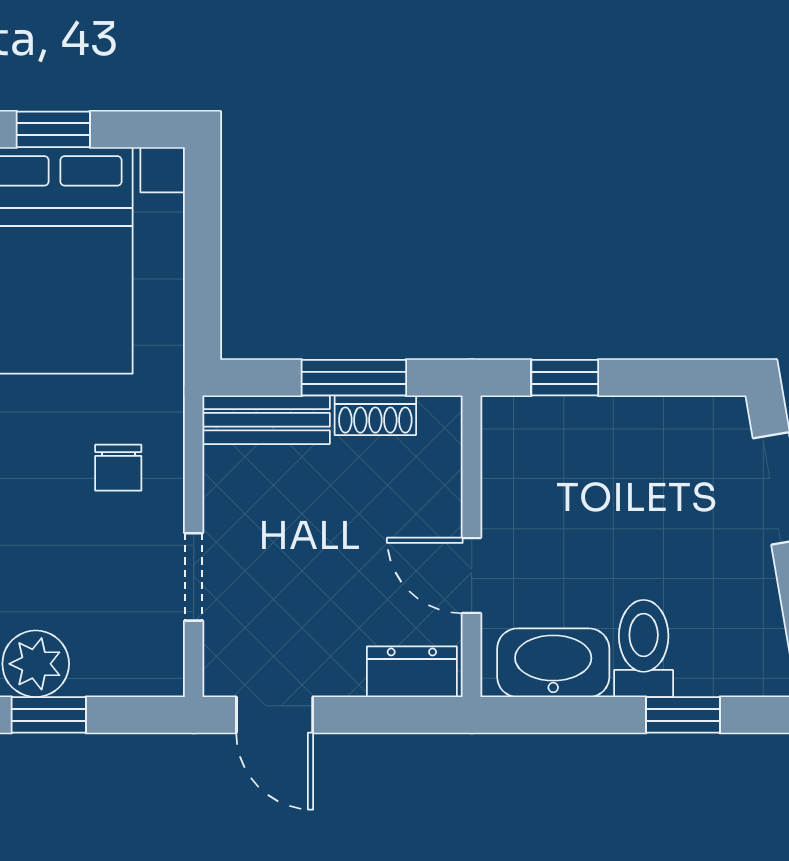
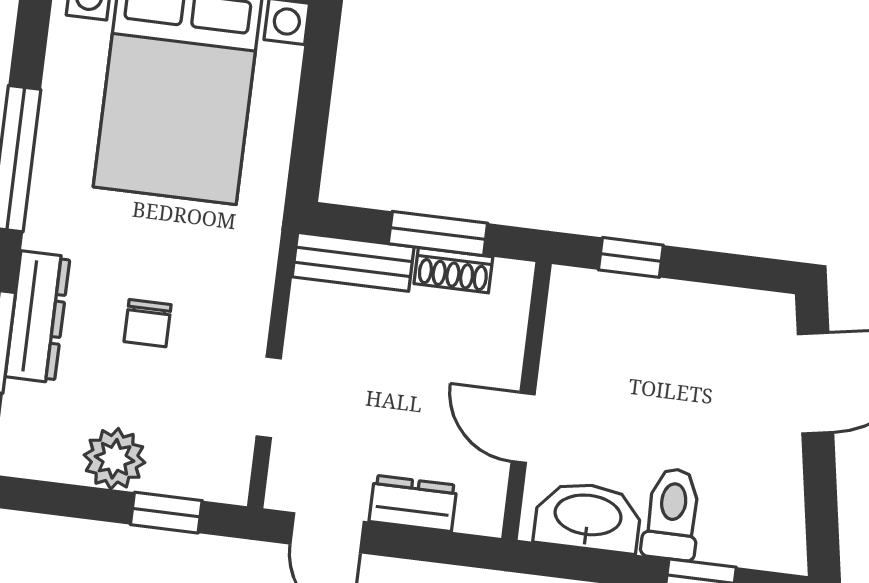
chair: (118, 468) -> (148, 323), moved
dresser: (412, 672) -> (413, 503), moved
window: (49, 715) -> (166, 513), moved

